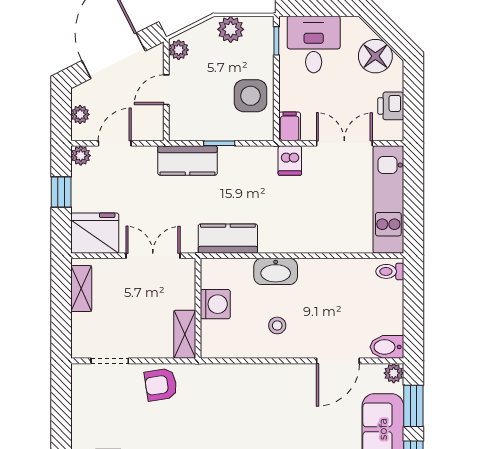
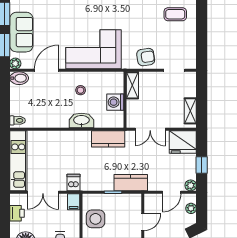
corner sofa: (254, 399) -> (93, 49), added

